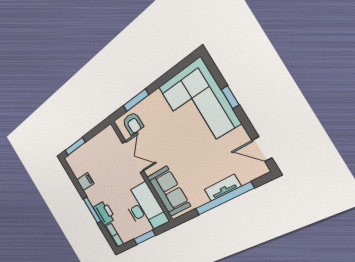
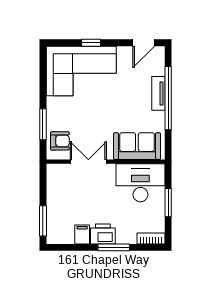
printer: (104, 213) -> (103, 234), moved

